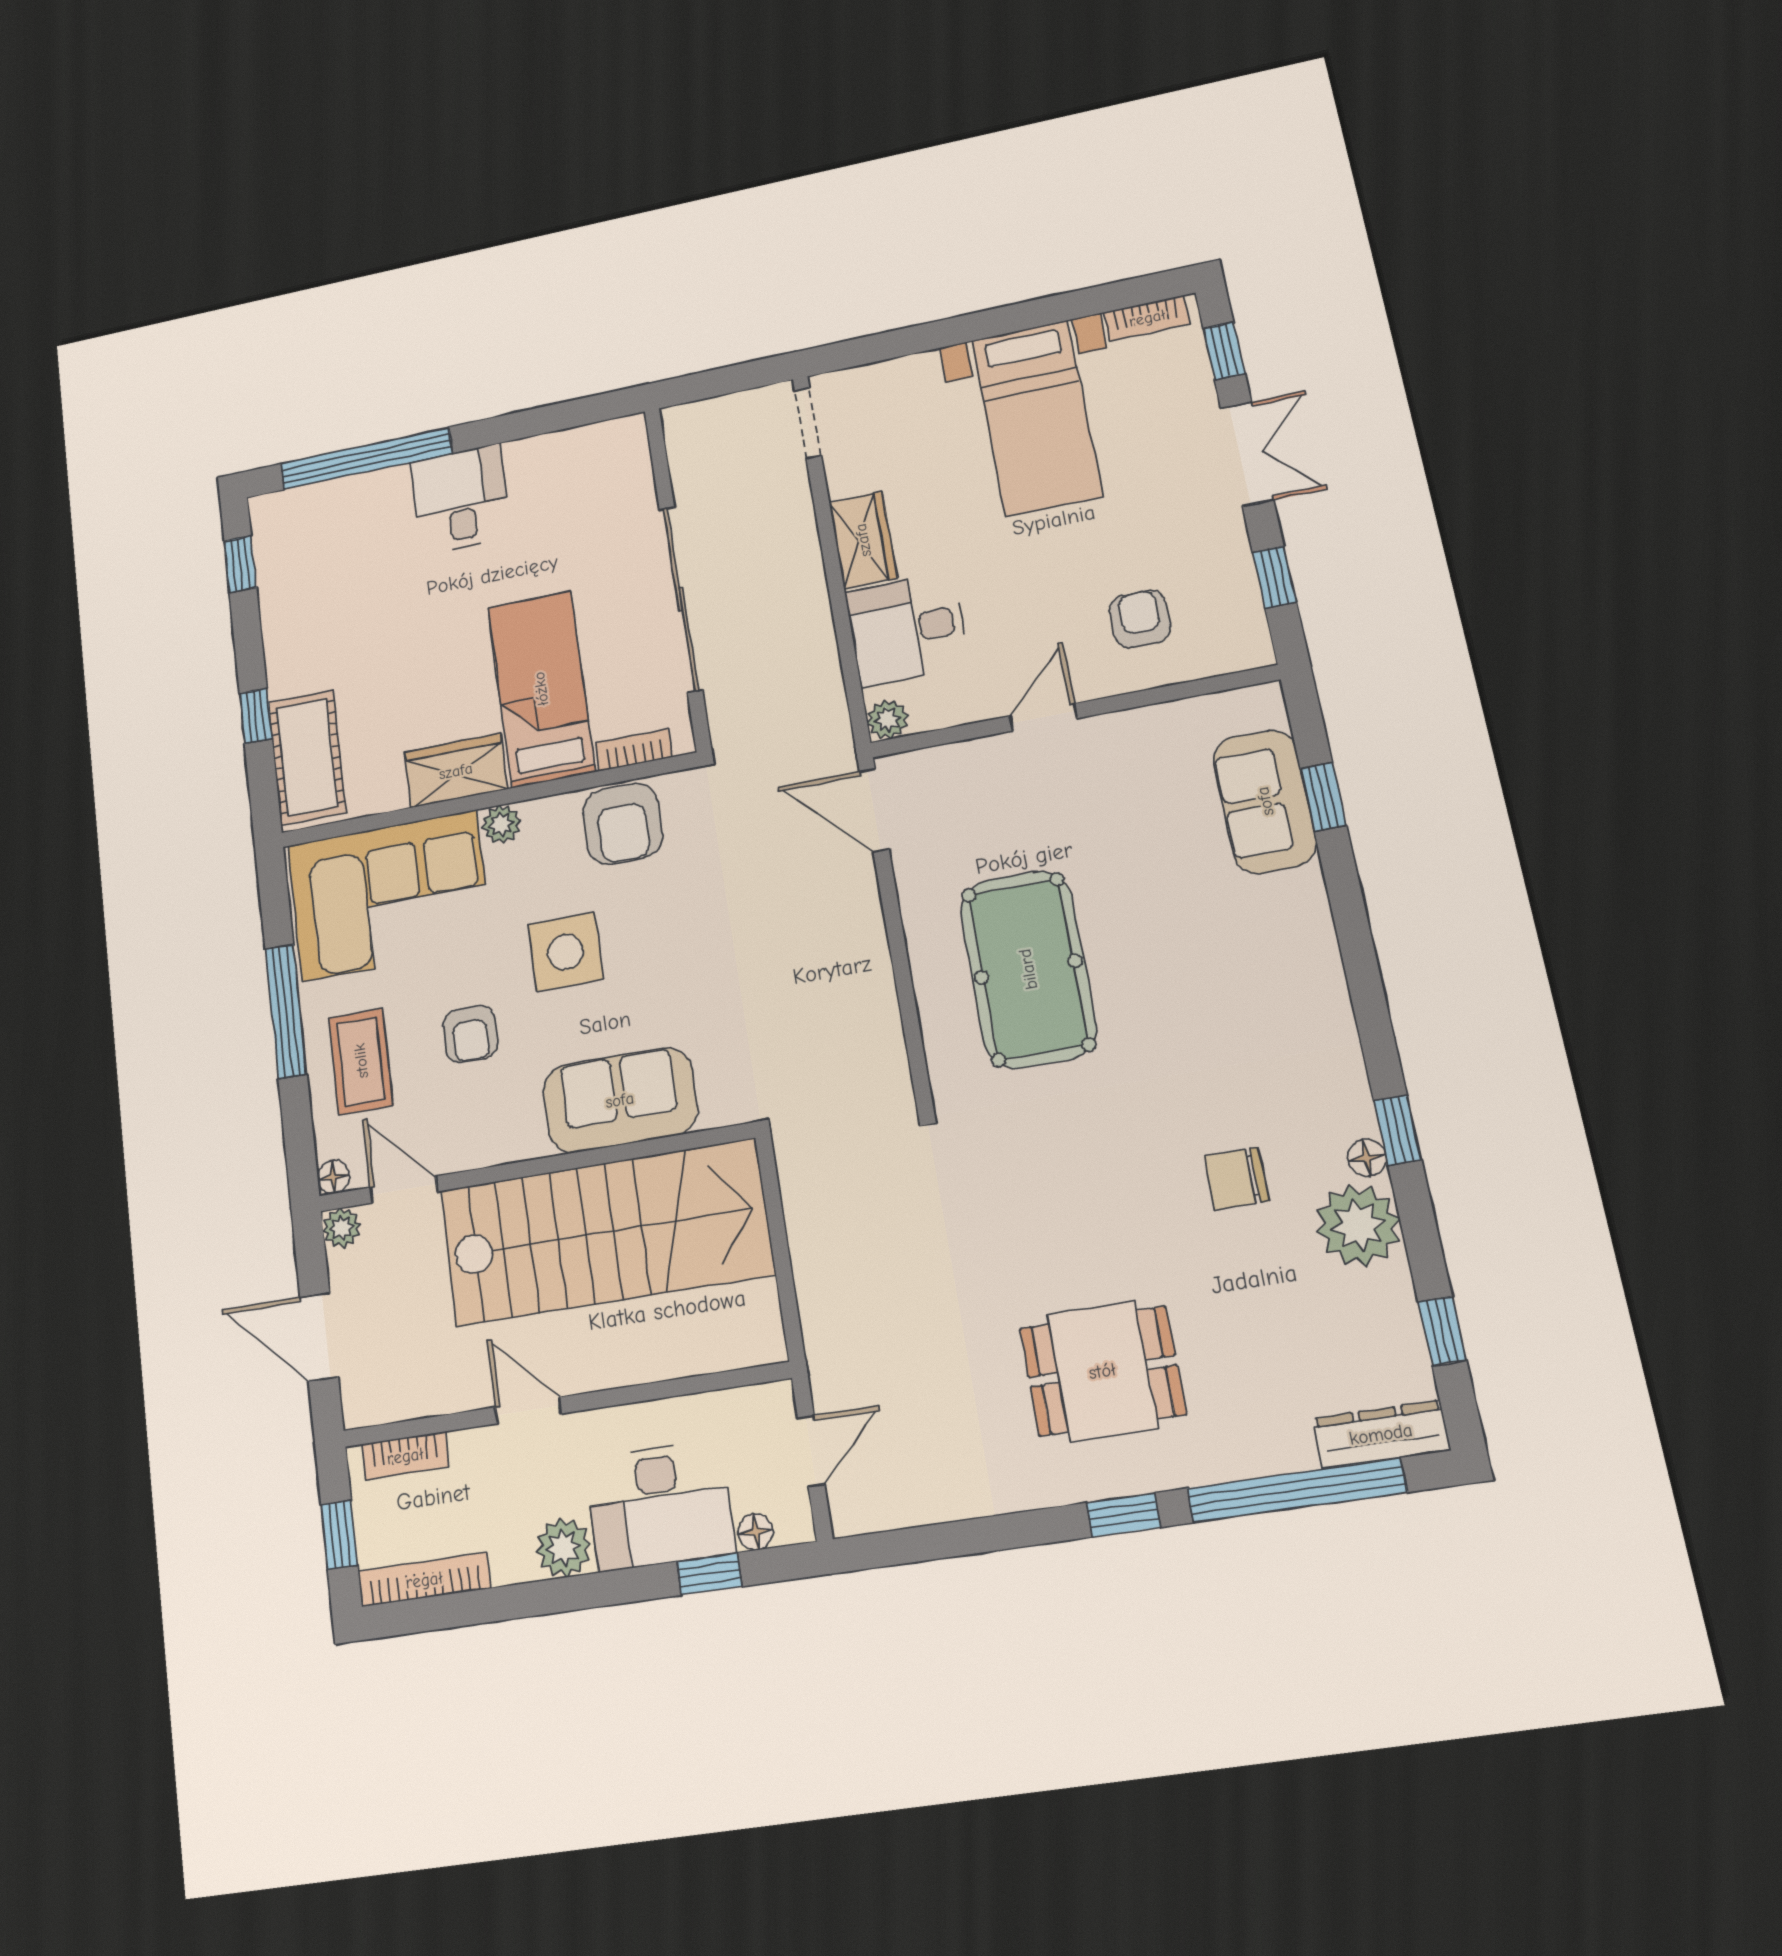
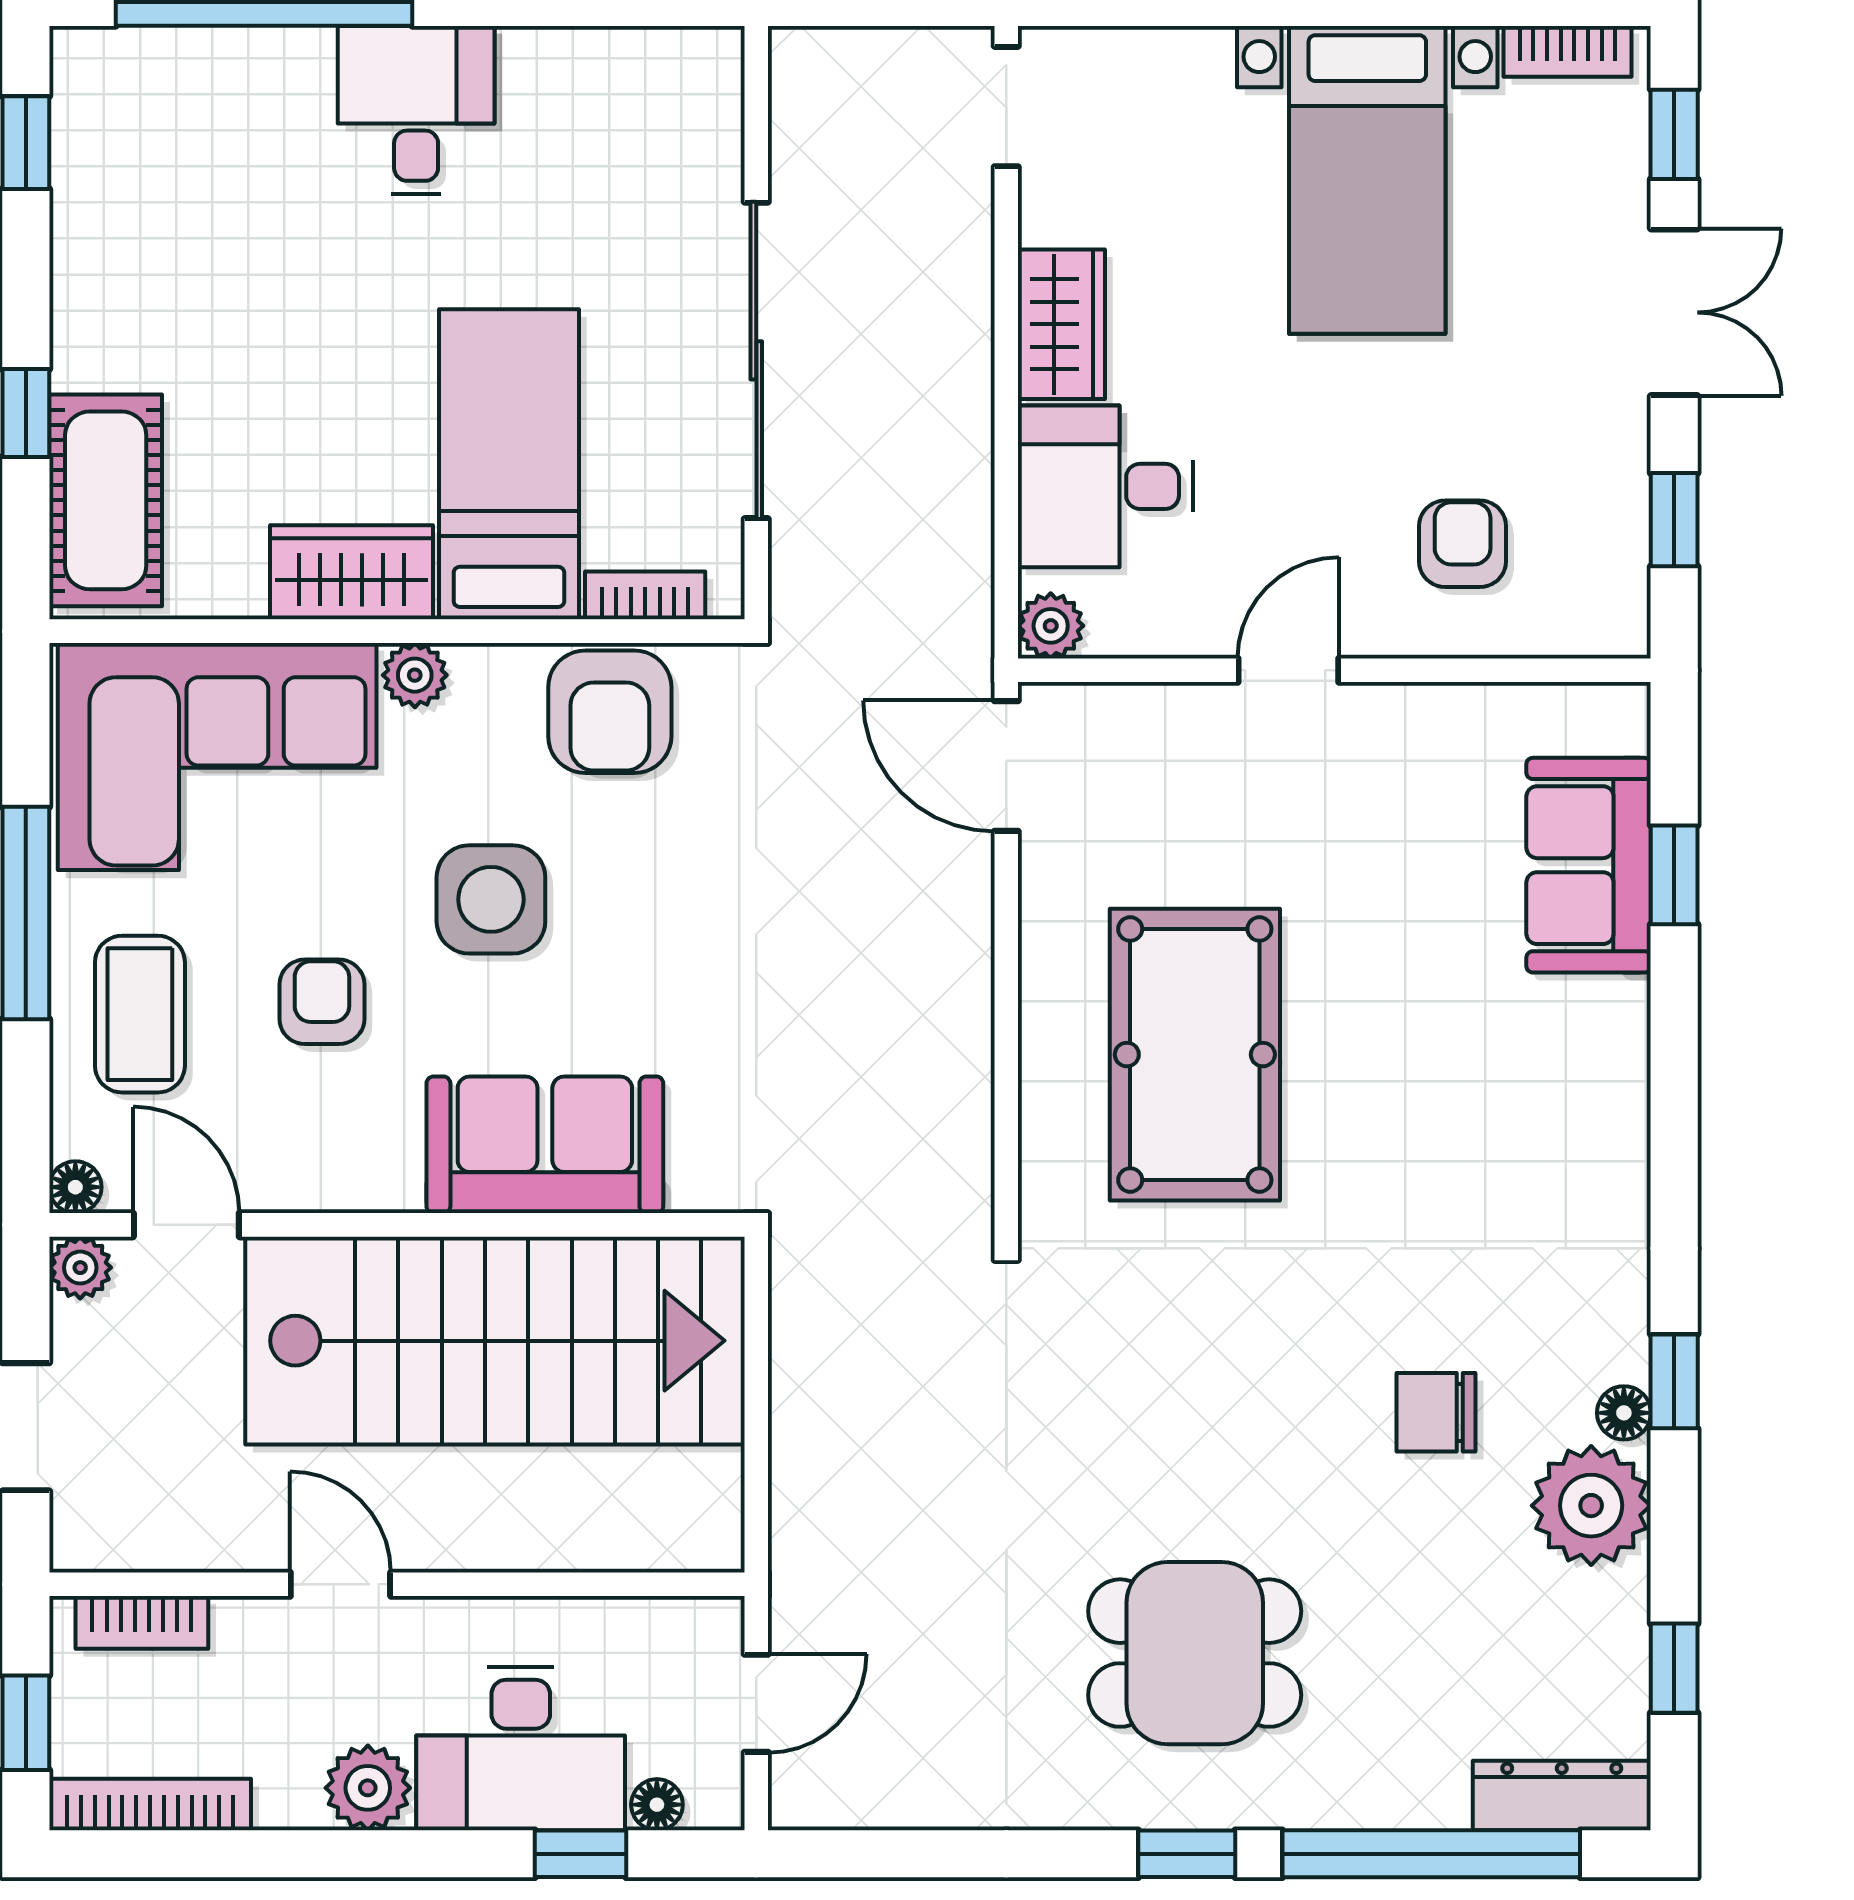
armchair: (470, 1034) -> (322, 1002), turned 180

